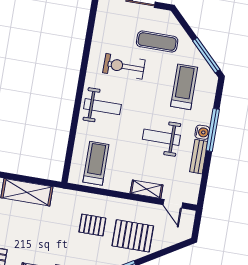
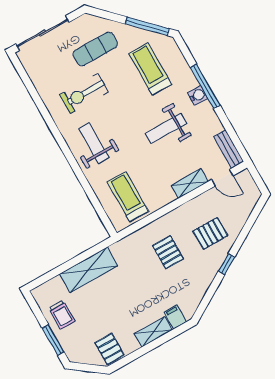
weight bench: (102, 107) -> (94, 143), turned -90
bench: (199, 157) -> (229, 149), moved
pallet: (92, 225) -> (168, 252), turned 90
pallet: (133, 236) -> (210, 233), width x0.67, depth x0.71

